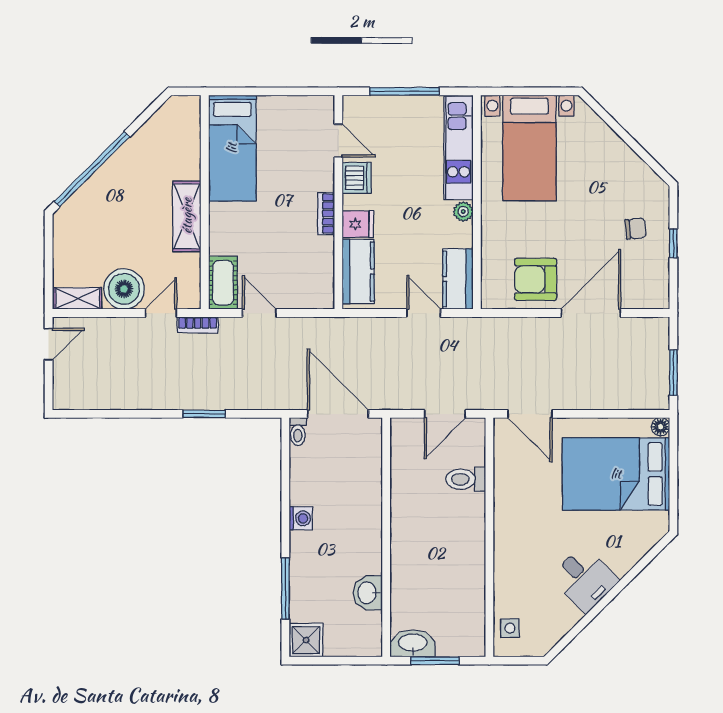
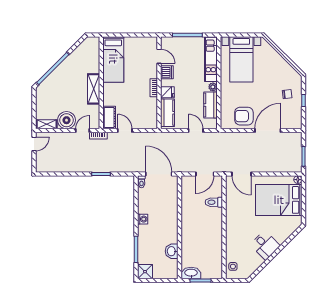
kitchen counter: (458, 279) -> (211, 105), moved

